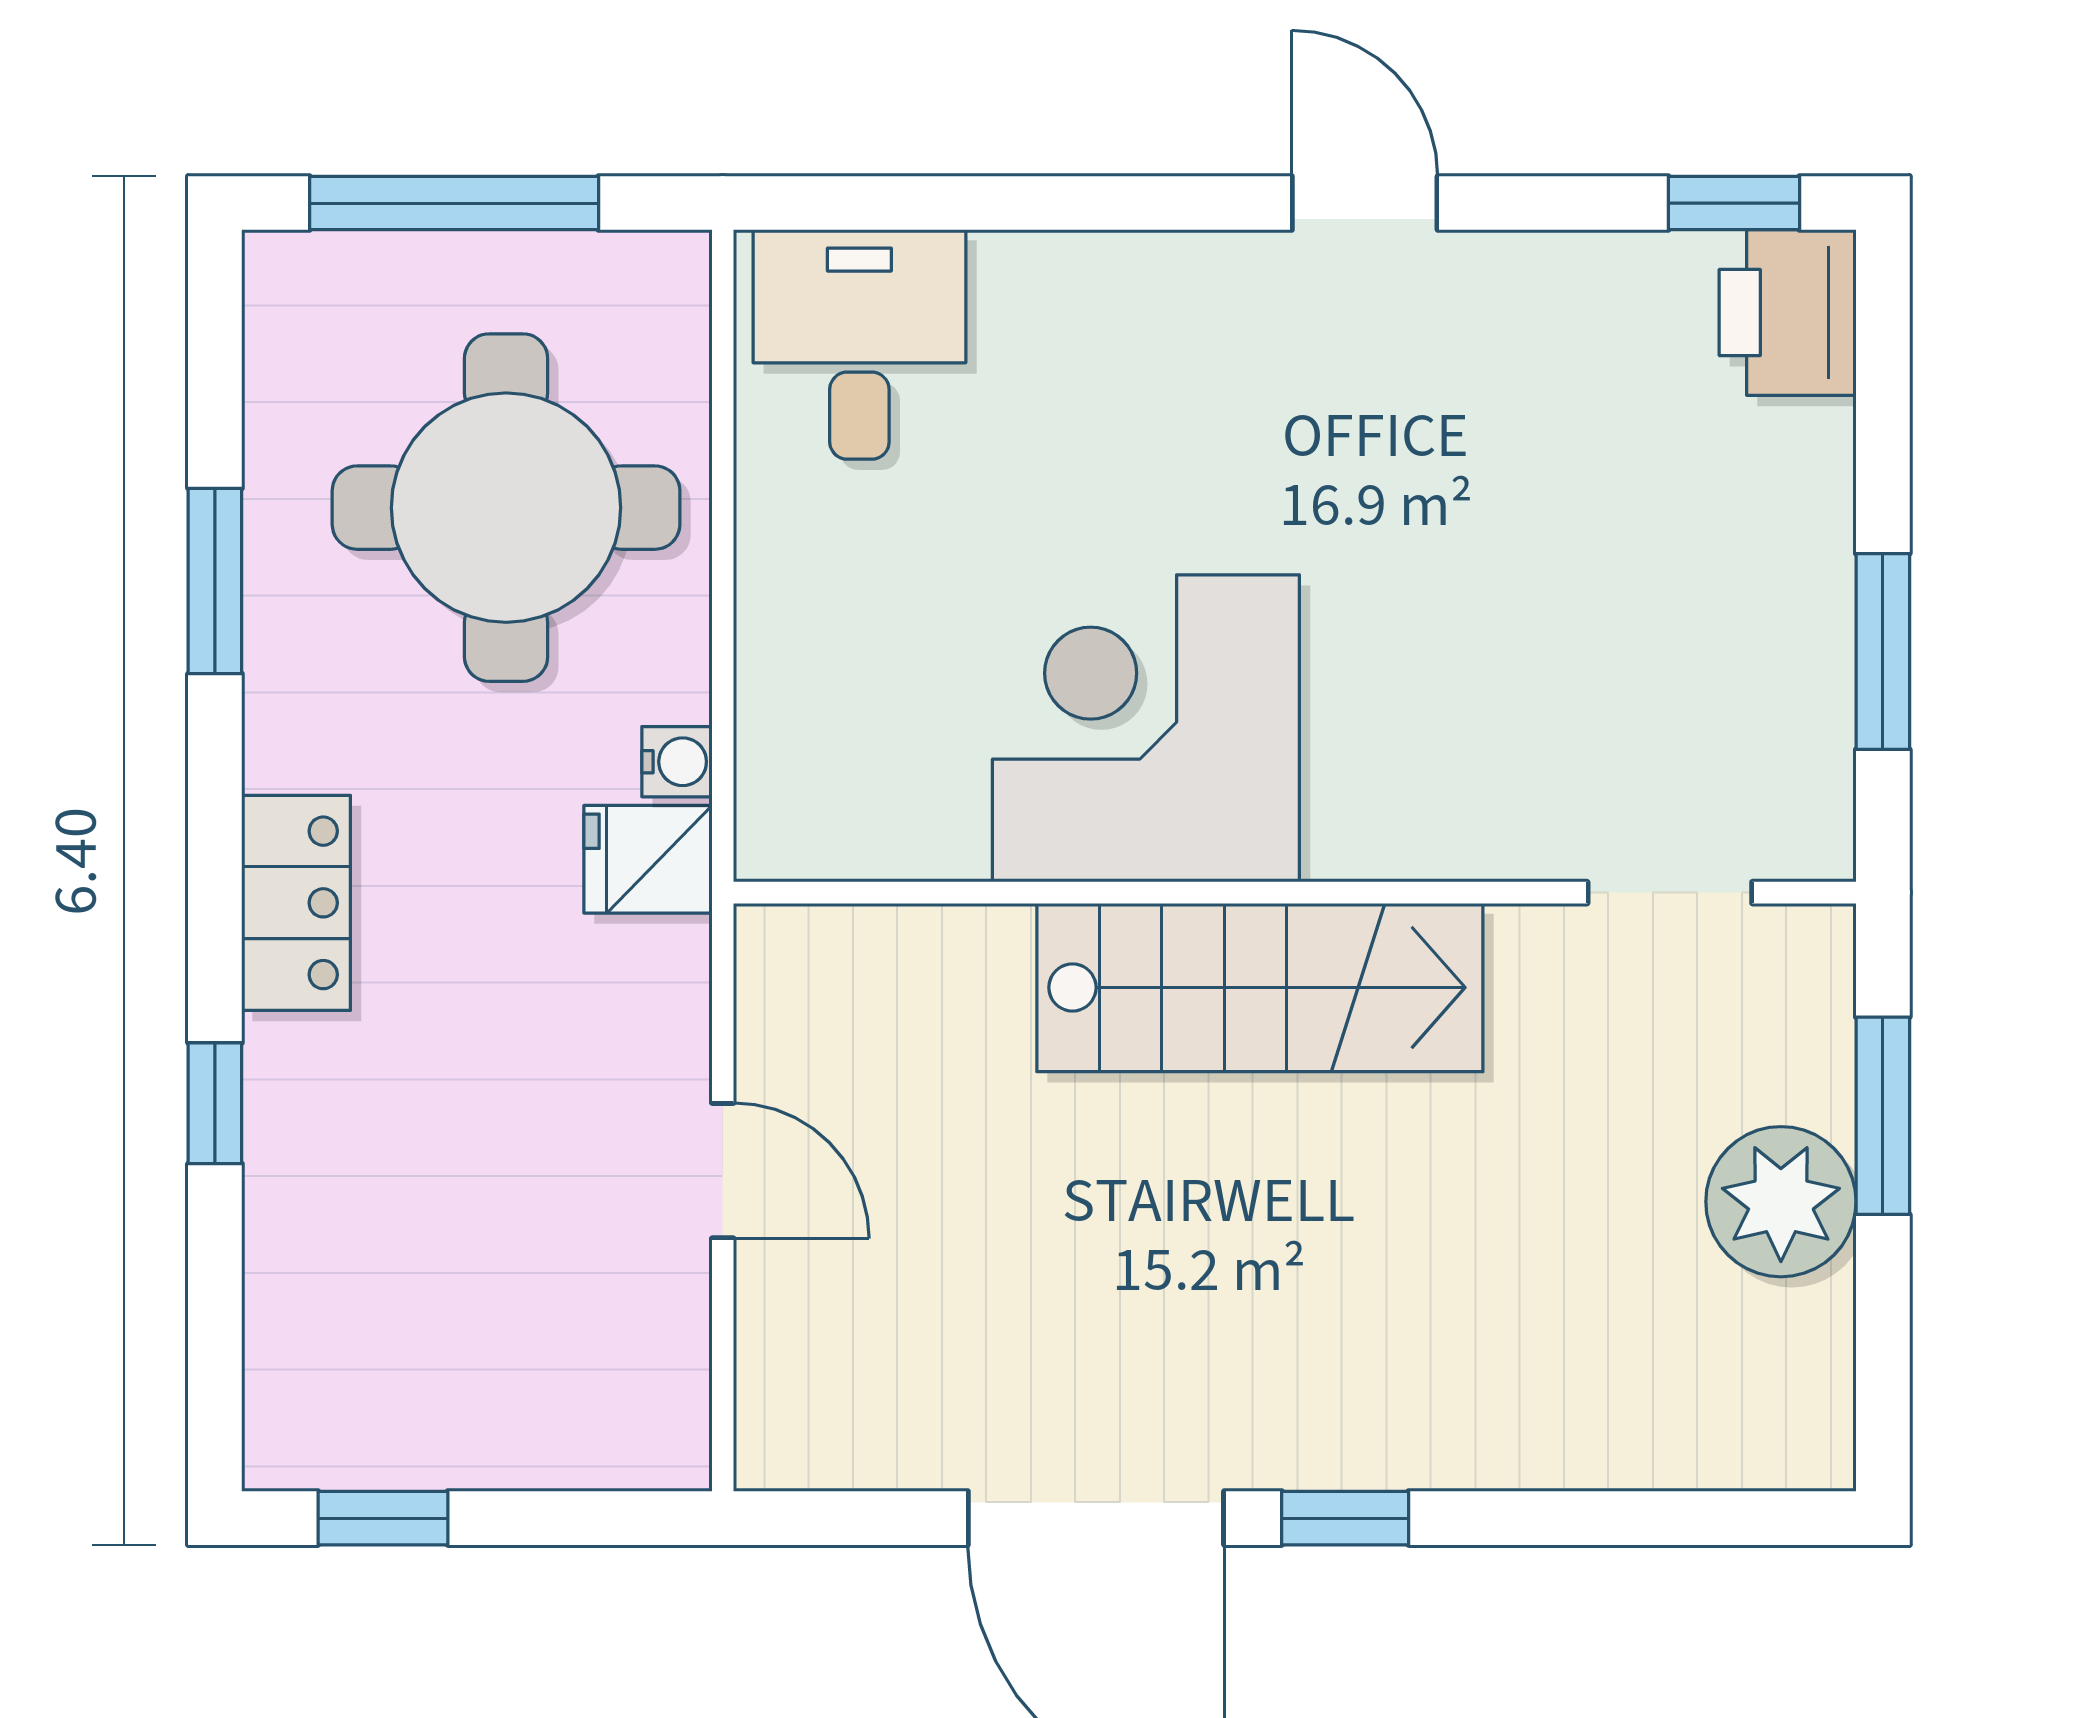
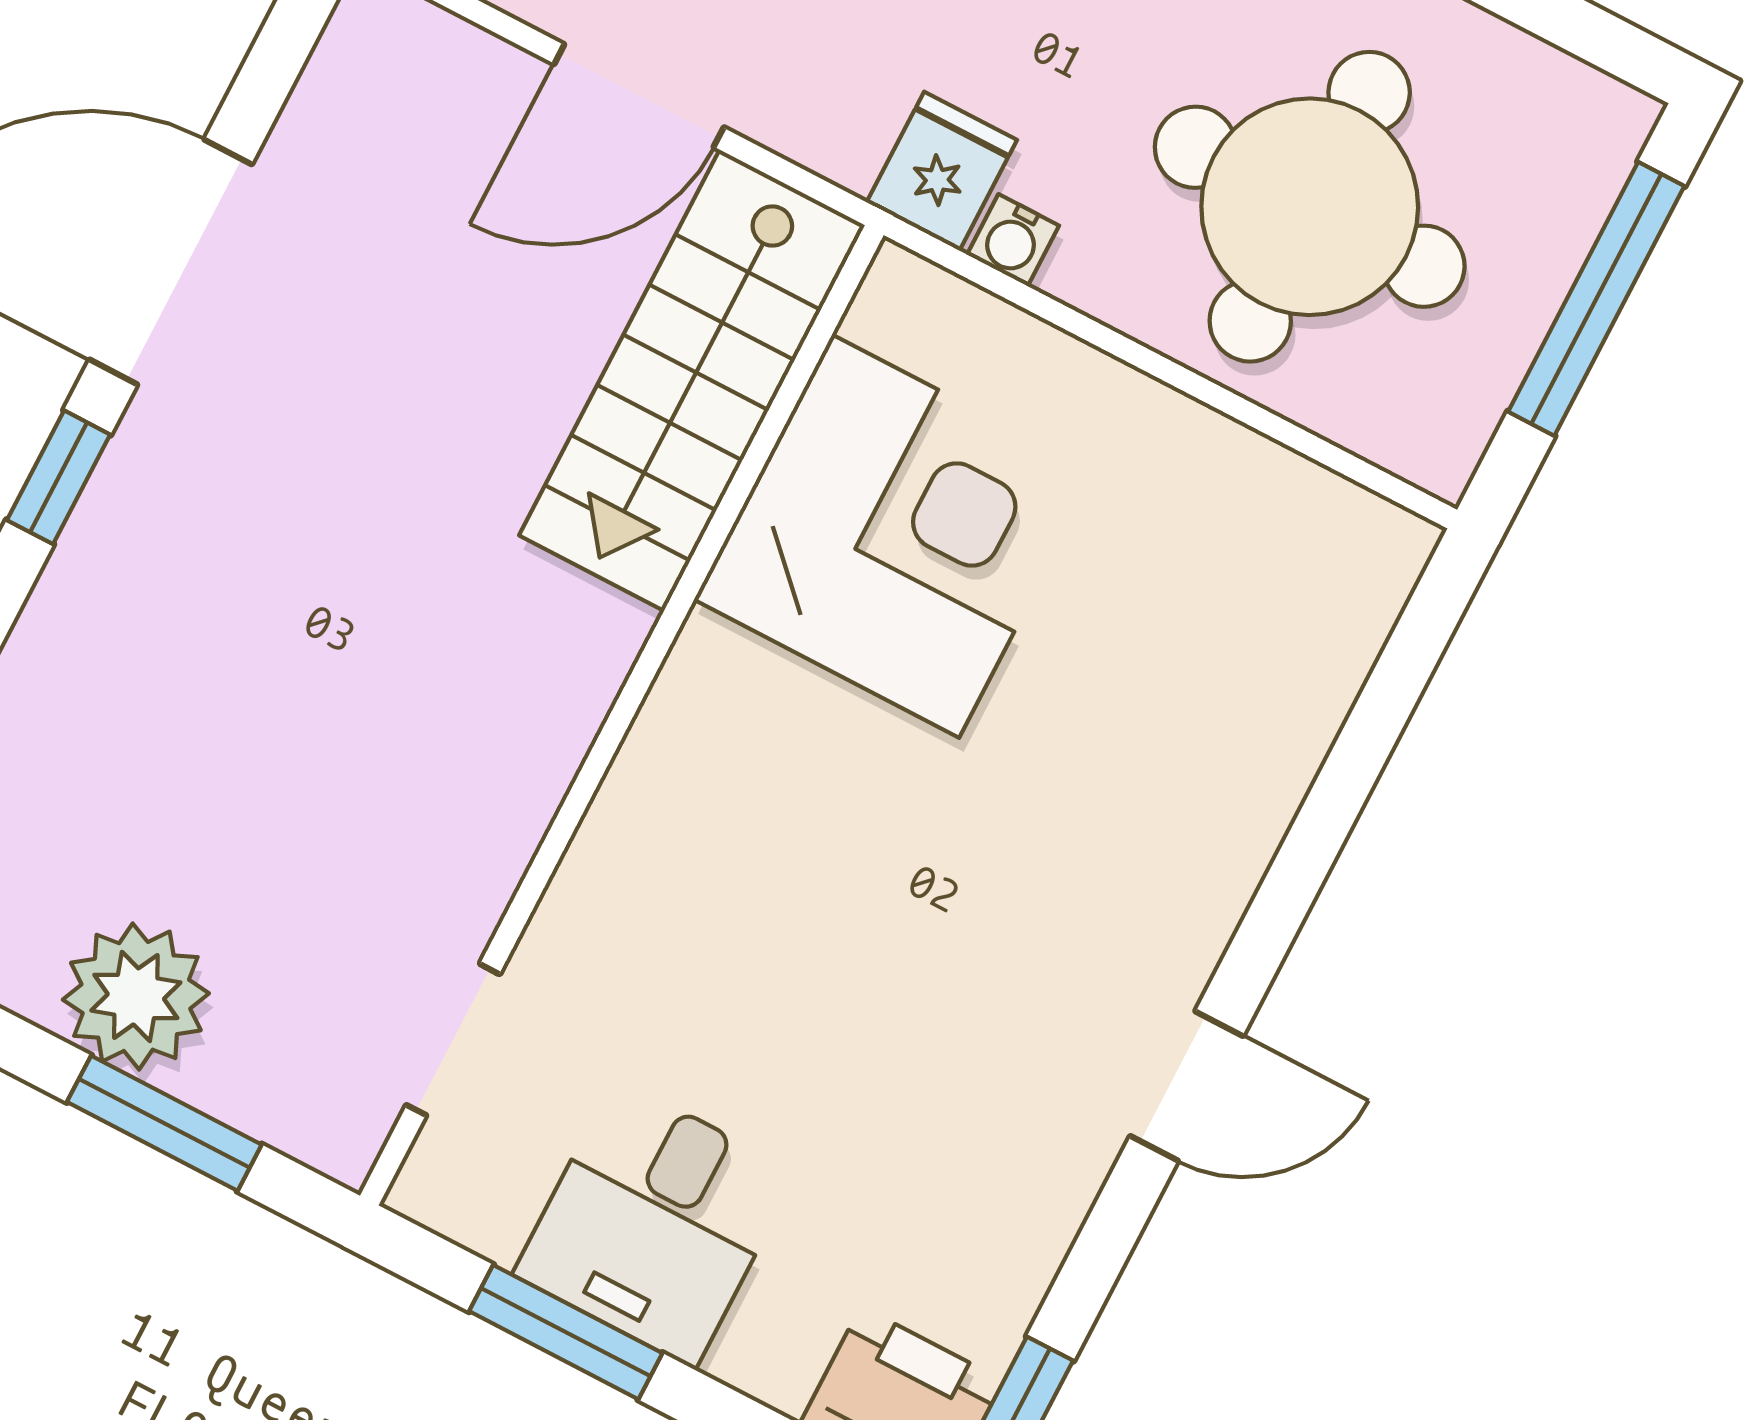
desk: (859, 344) -> (655, 1223), moved, turned 90
corner desk: (1146, 728) -> (896, 536), moved
stairs: (1260, 987) -> (692, 380), moved
door: (723, 1171) -> (639, 96), width x1.38

